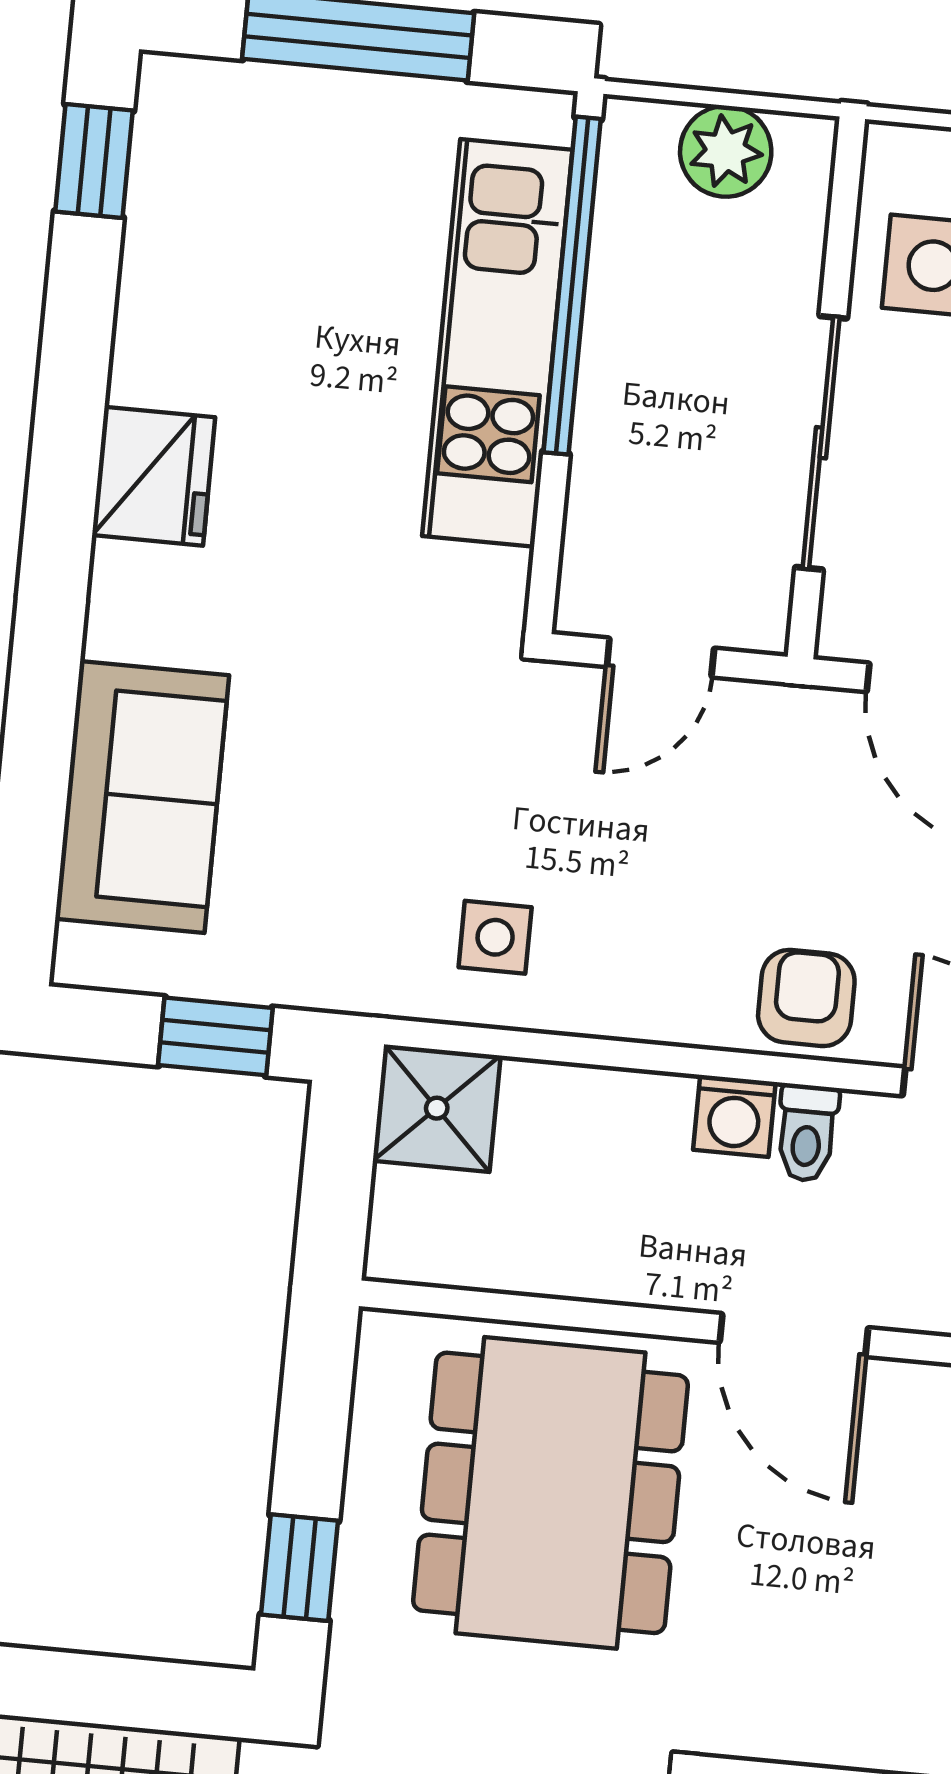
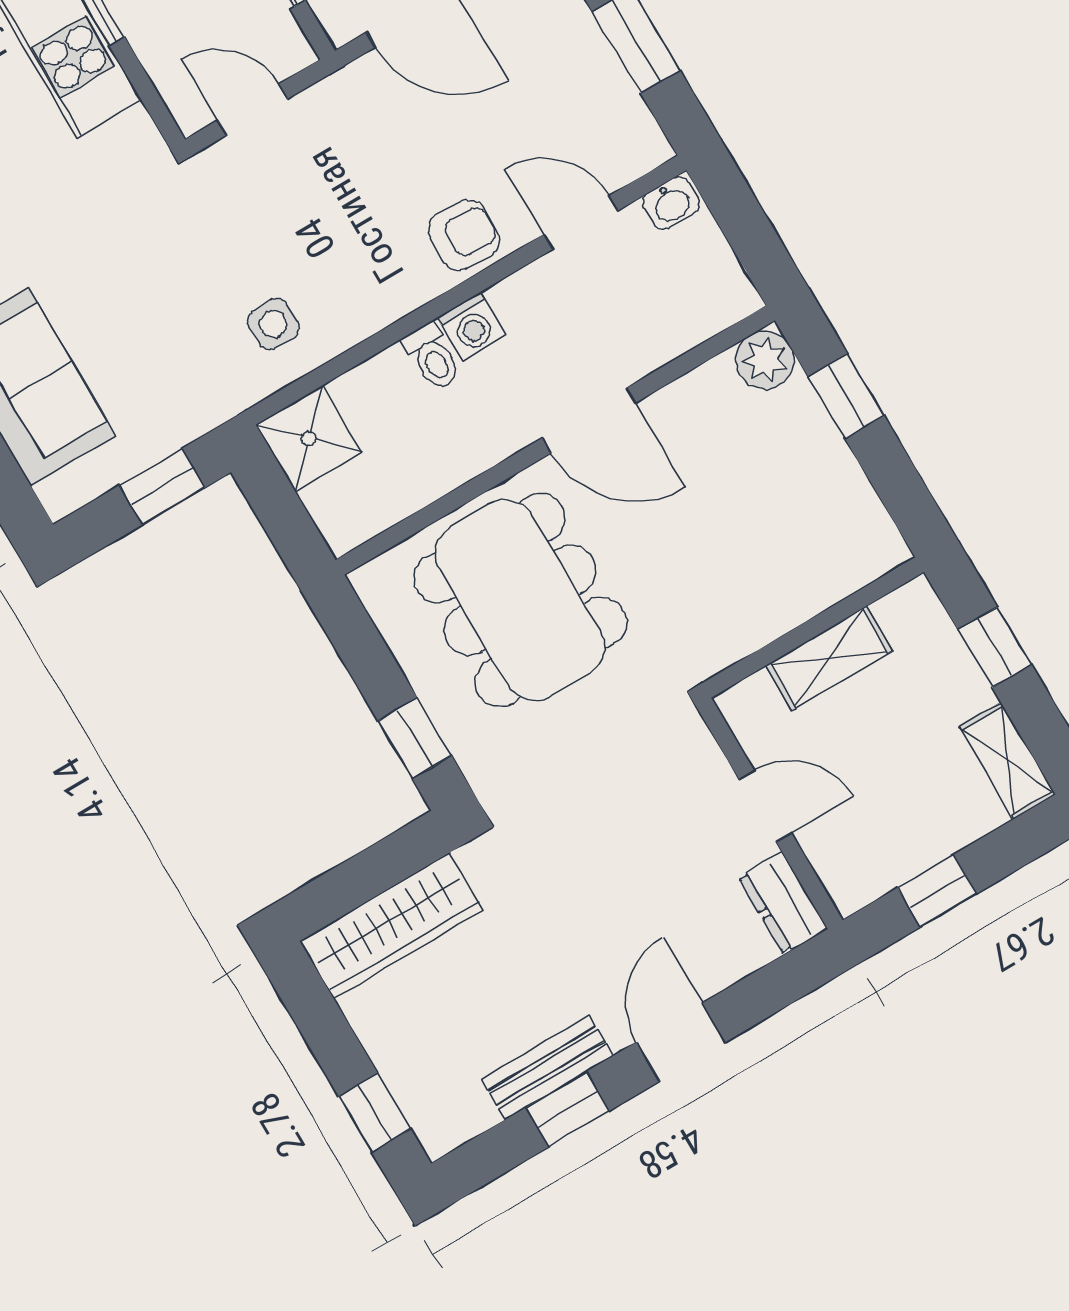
door: (660, 657) -> (253, 110), swing flipped
armchair: (806, 998) -> (464, 235), turned 92
toilet: (807, 1133) -> (432, 357), moved

